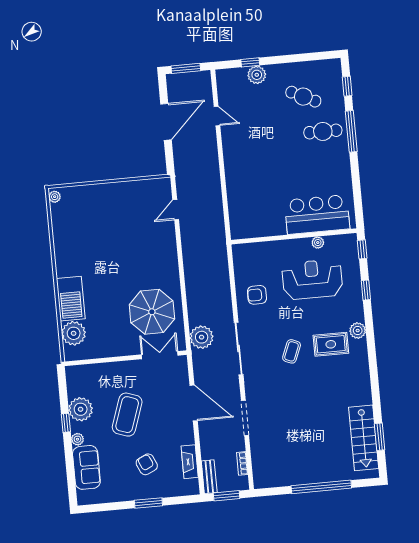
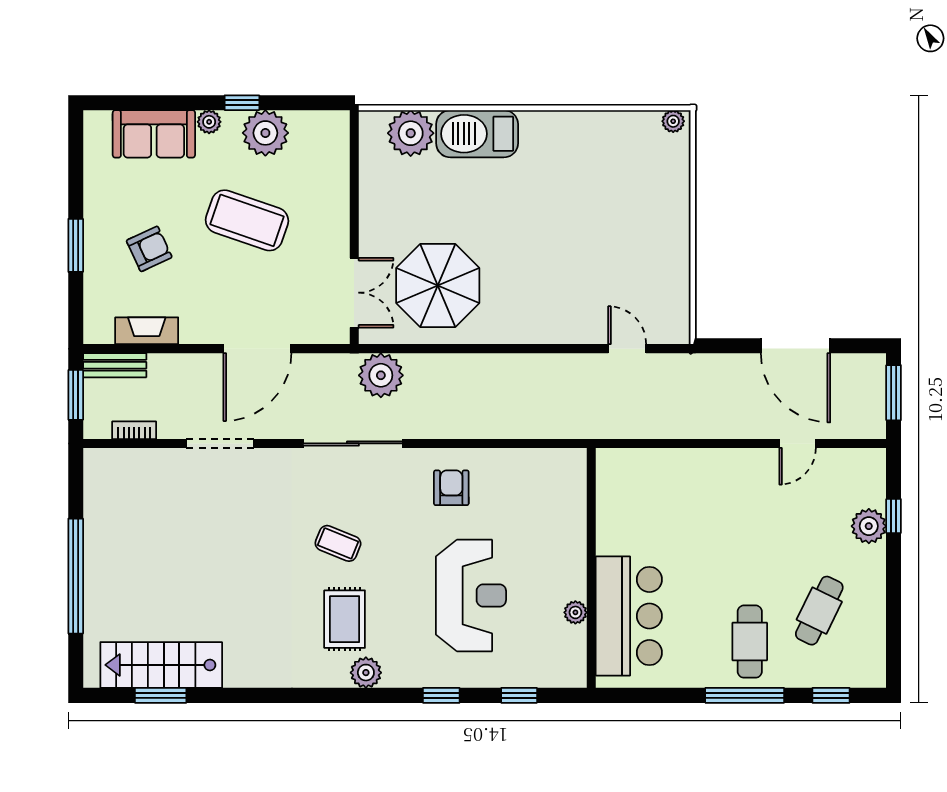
bar counter: (317, 214) -> (629, 616), moved
wall: (294, 236) -> (591, 568), moved
plant: (318, 243) -> (575, 612), moved

